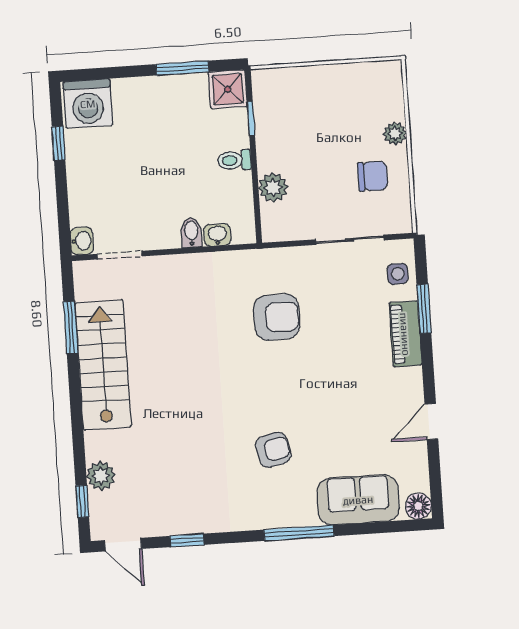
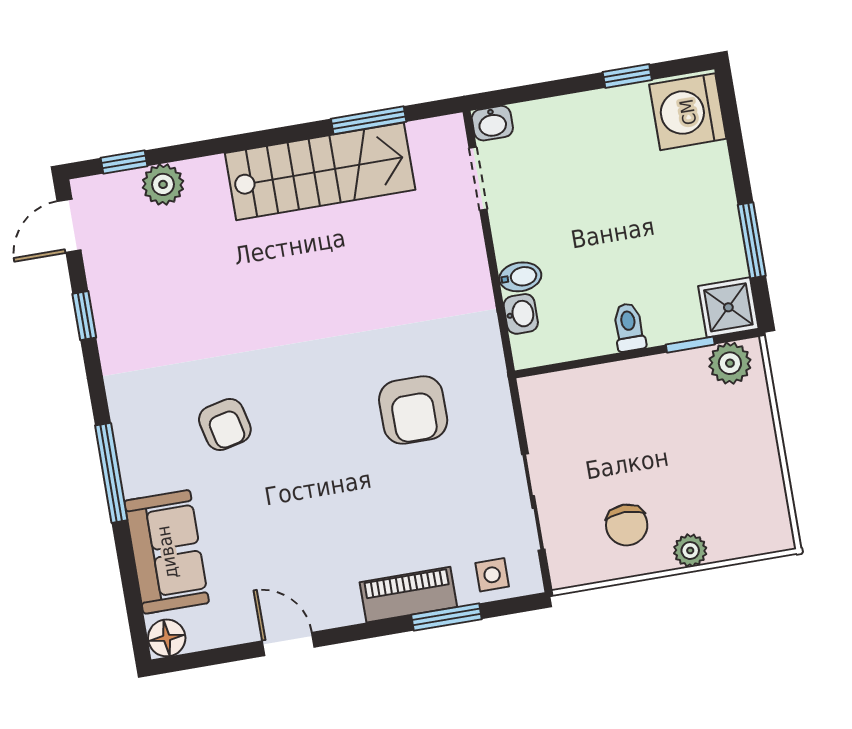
plant: (273, 187) -> (730, 363), moved

